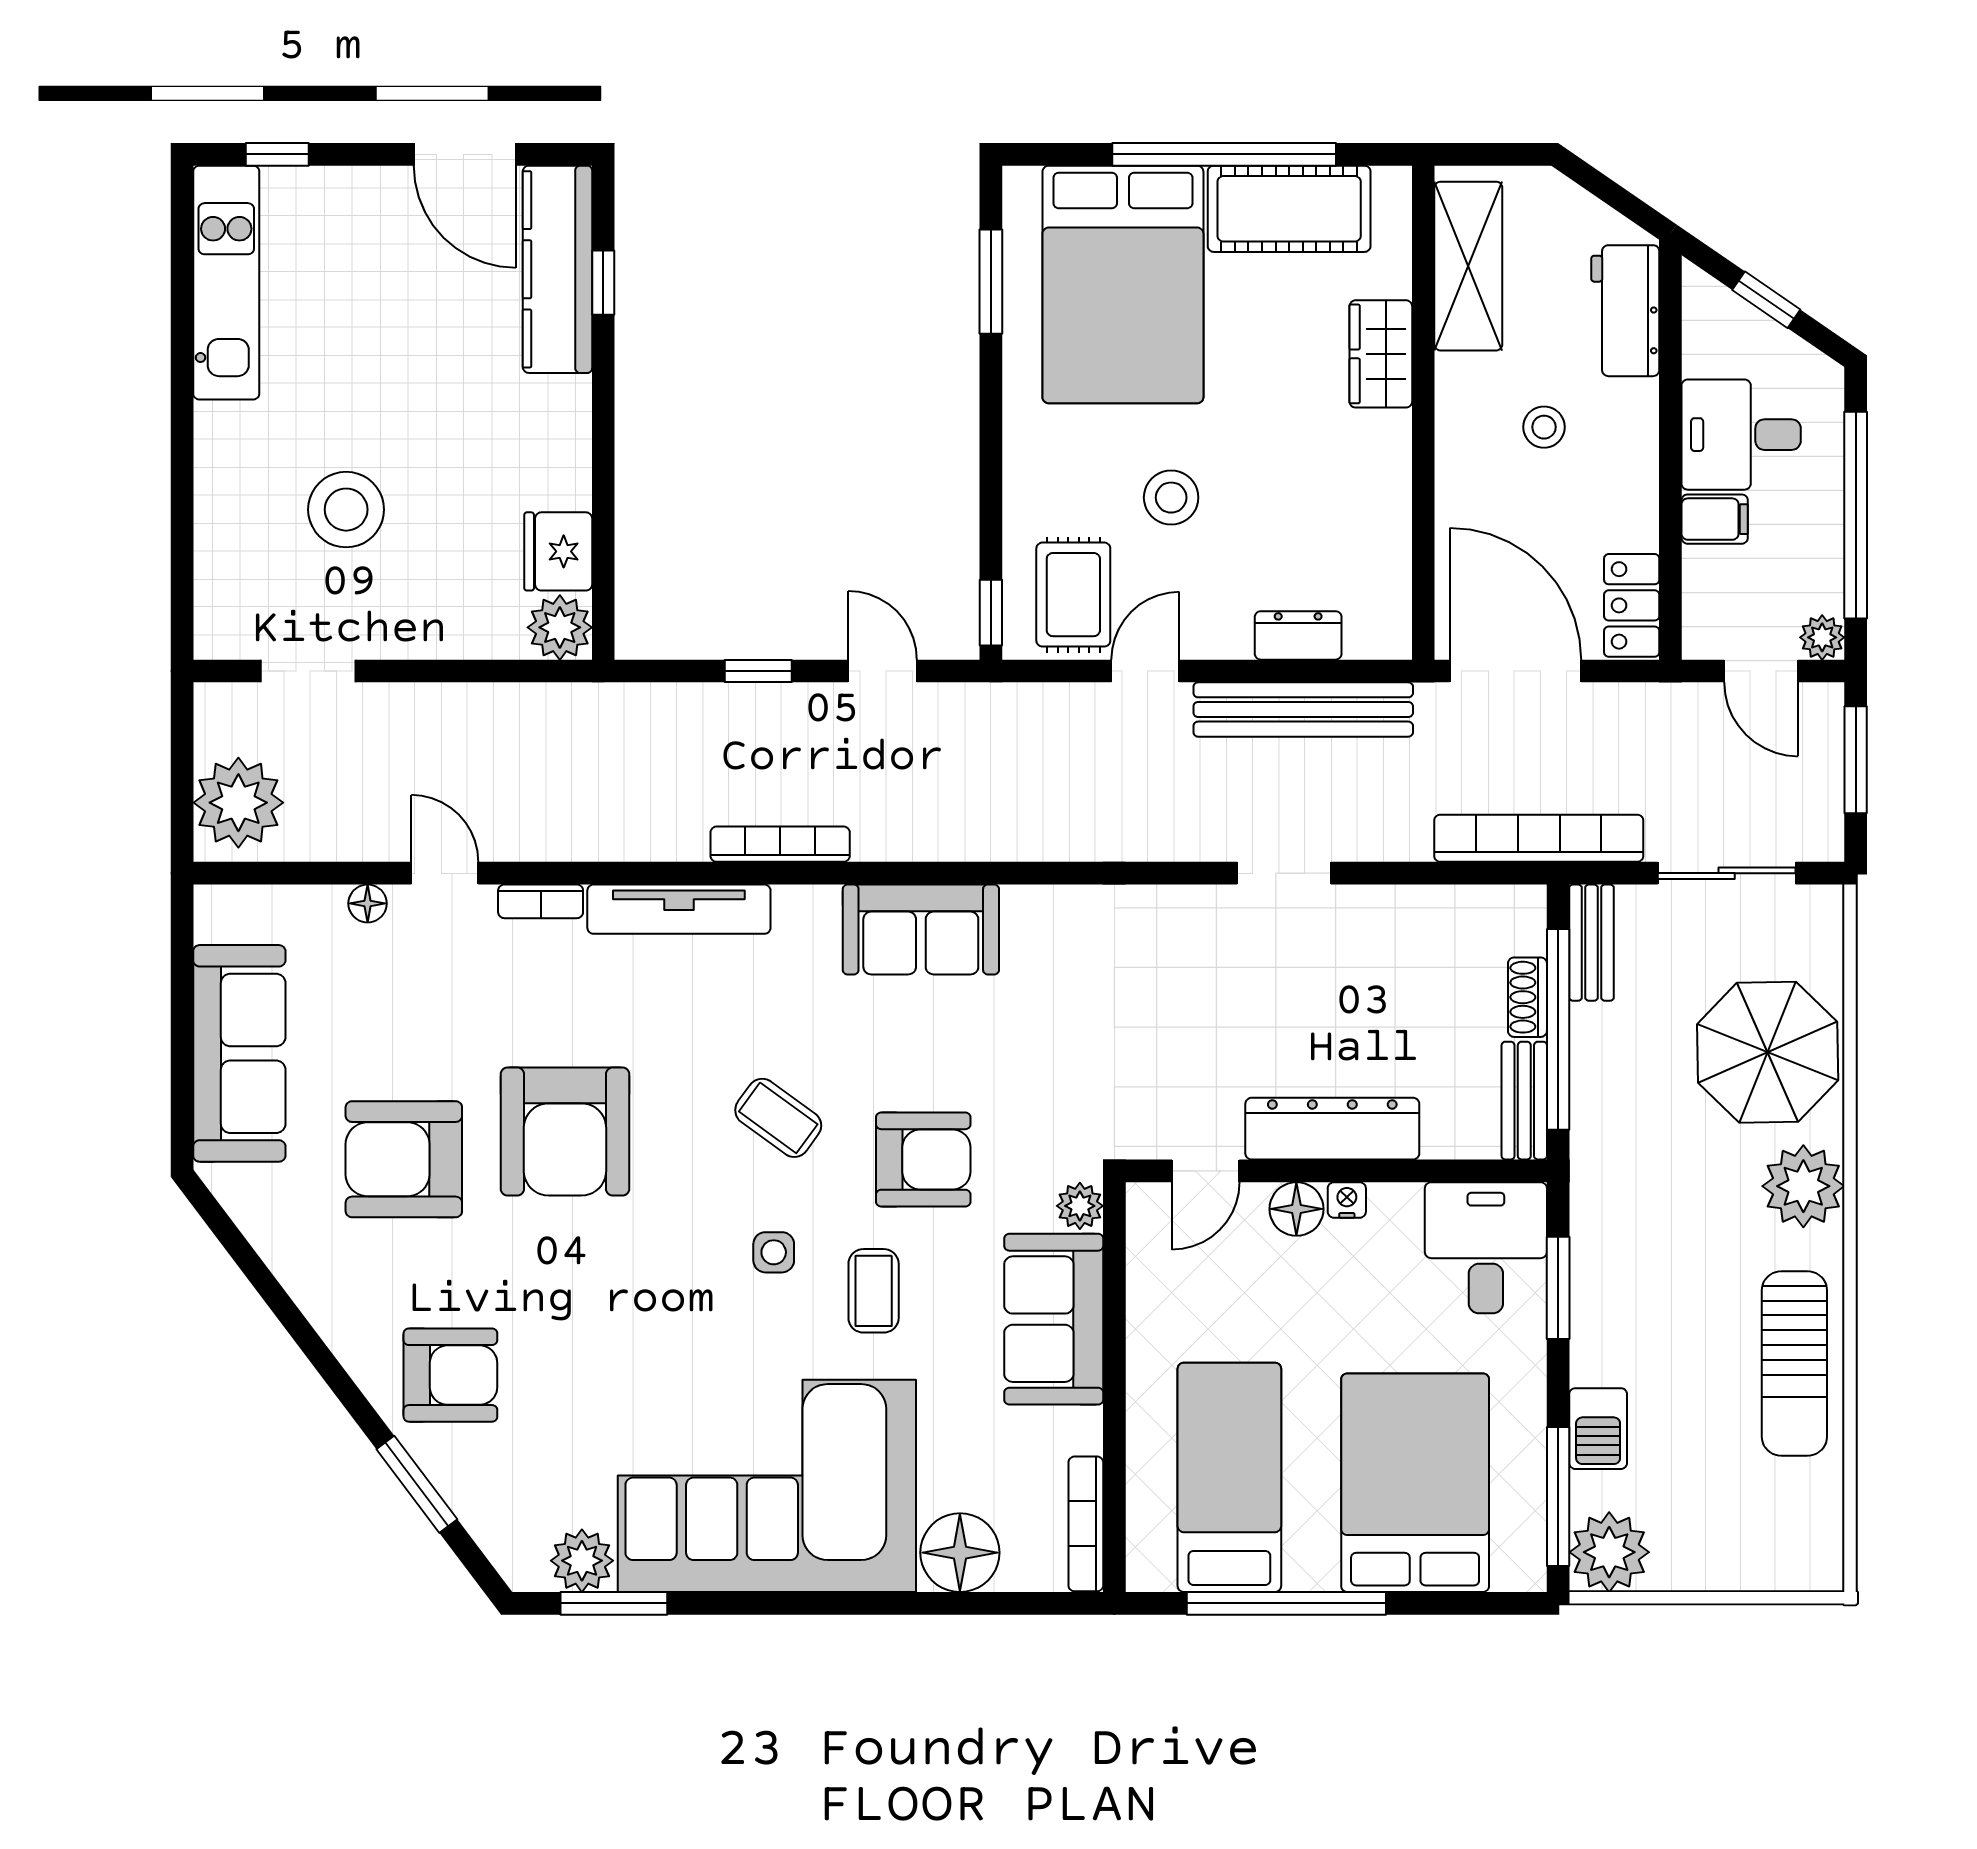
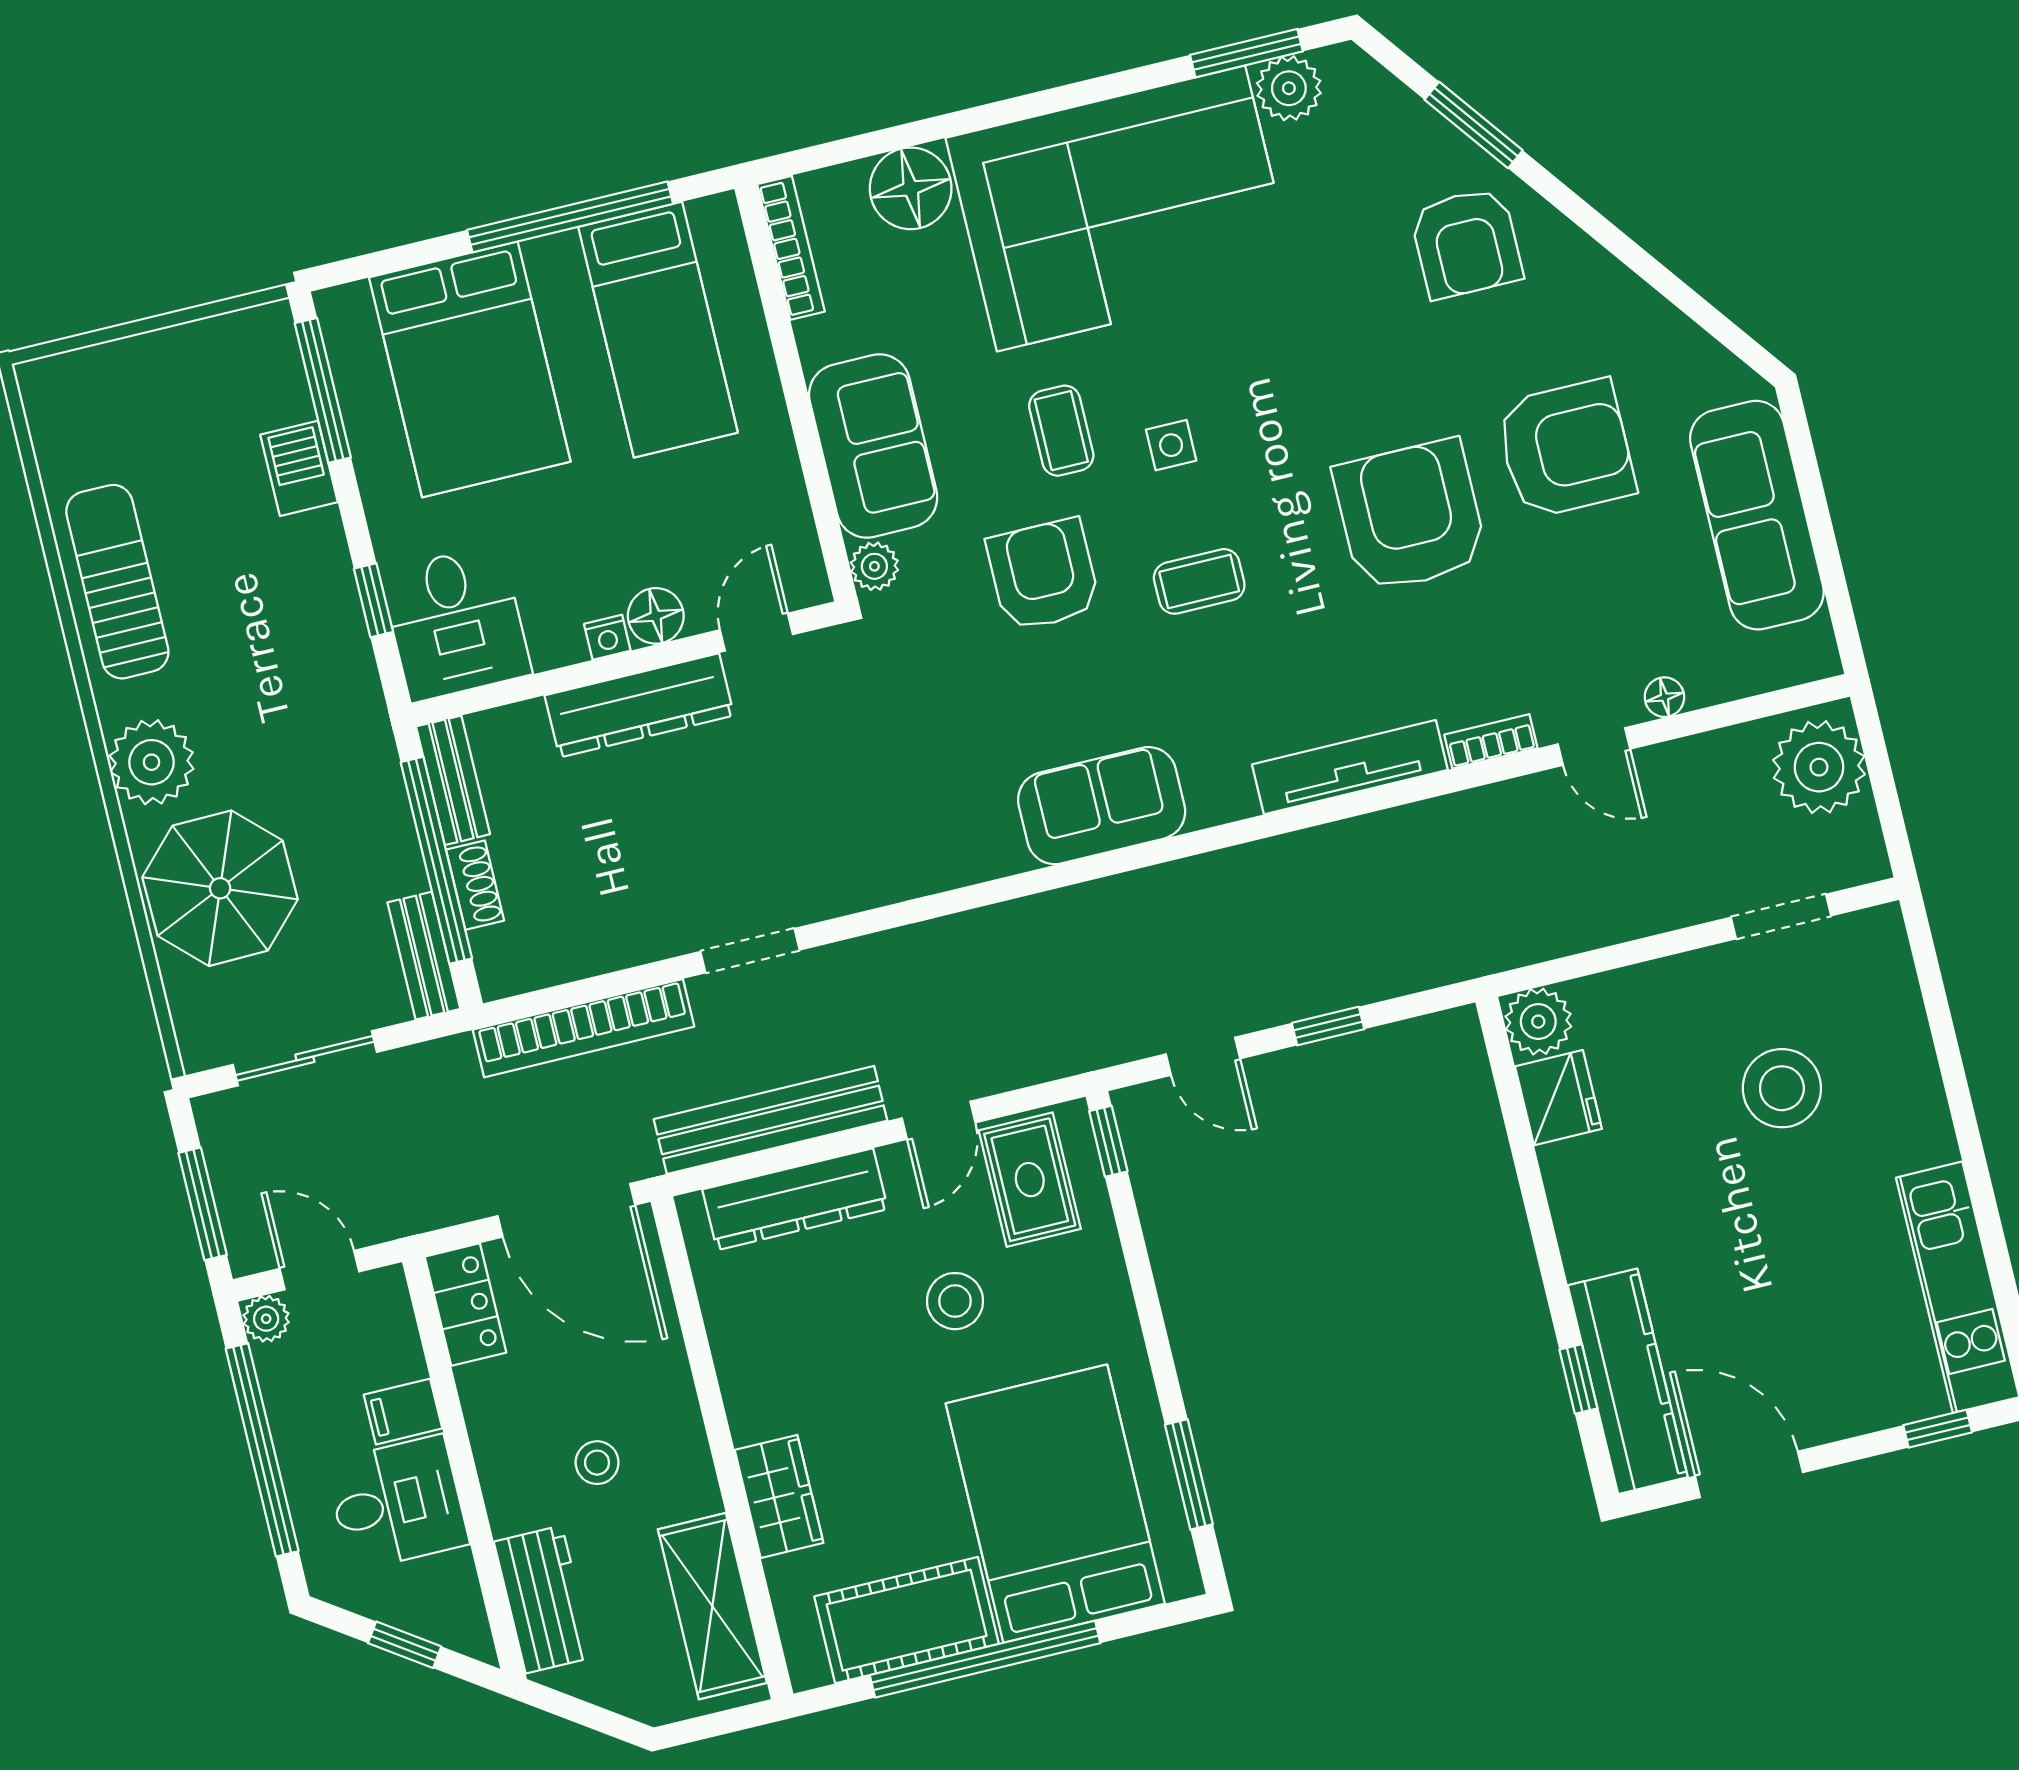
dresser: (1298, 635) -> (795, 1199), width x1.96, depth x1.24
bookcase: (1539, 838) -> (583, 1028), moved
bookcase: (780, 844) -> (1264, 857), removed
coffee table: (778, 1118) -> (1199, 581), turned -36
armchair: (923, 1159) -> (1043, 575), turned 90
window: (1558, 1288) -> (373, 600), width x0.67
armchair: (450, 1375) -> (1466, 243), turned -90
plant: (1609, 1552) -> (258, 347), removed

